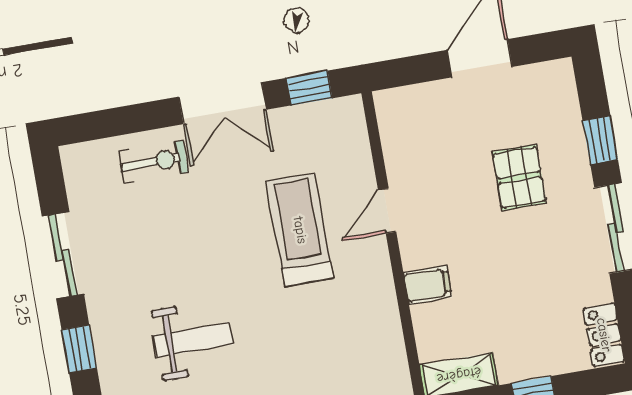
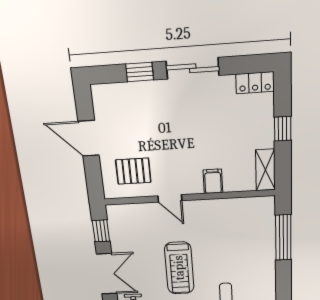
pallet: (519, 178) -> (133, 171), moved
treadmill: (300, 230) -> (179, 268), moved, turned -90

